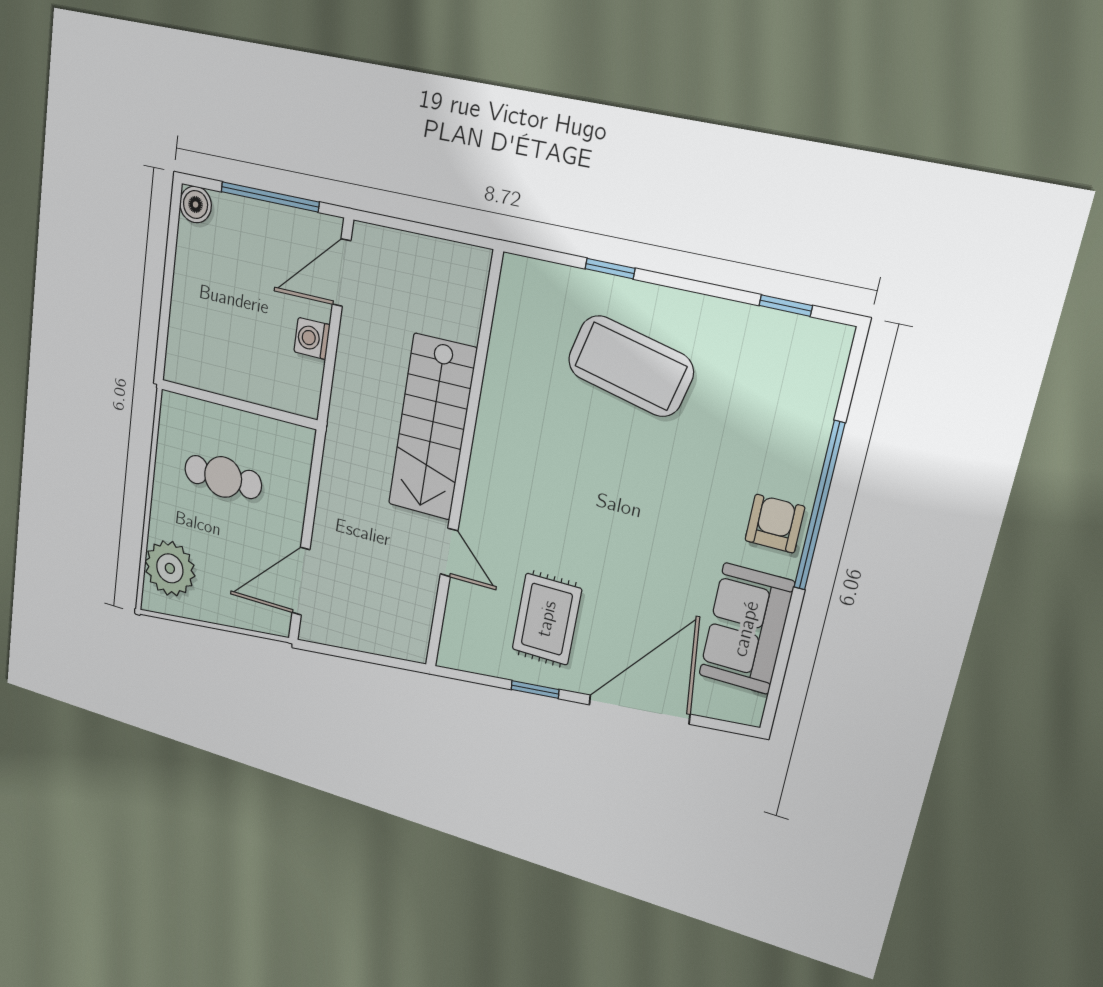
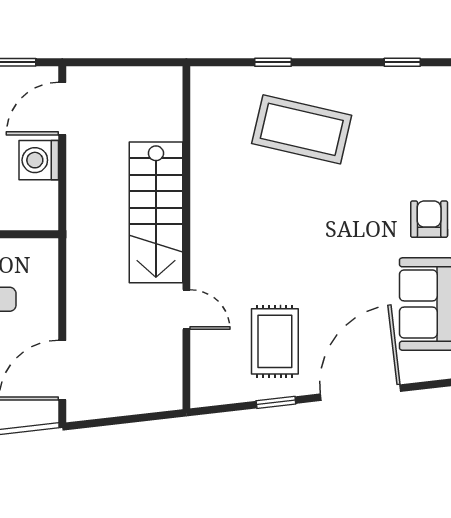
washing machine: (312, 338) -> (39, 160), width x1.38, depth x1.38

